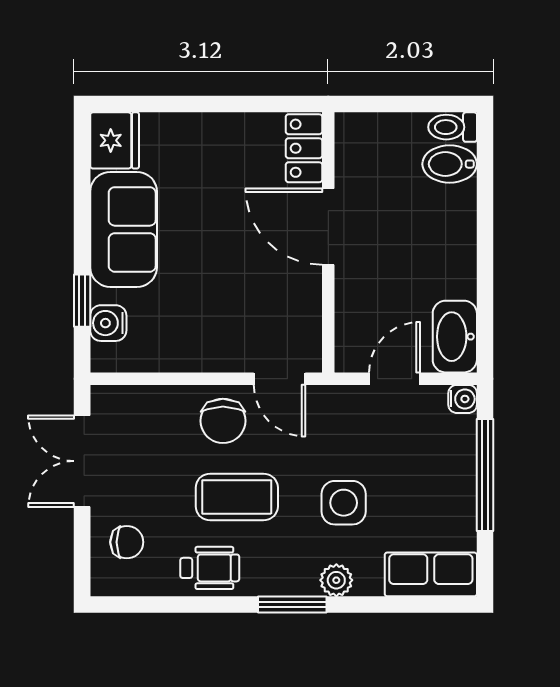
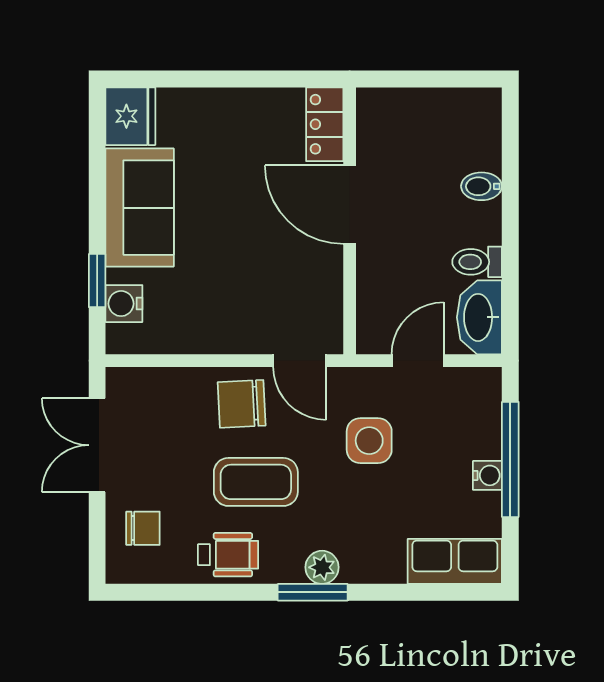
toilet: (453, 127) -> (477, 262), moved
bidet: (450, 164) -> (481, 186), moved, width x0.72, depth x0.74
water cooler: (463, 399) -> (487, 475), moved
chair: (223, 421) -> (242, 404), turned 87
side table: (344, 503) -> (369, 441), moved
plant: (336, 580) -> (322, 567), moved

